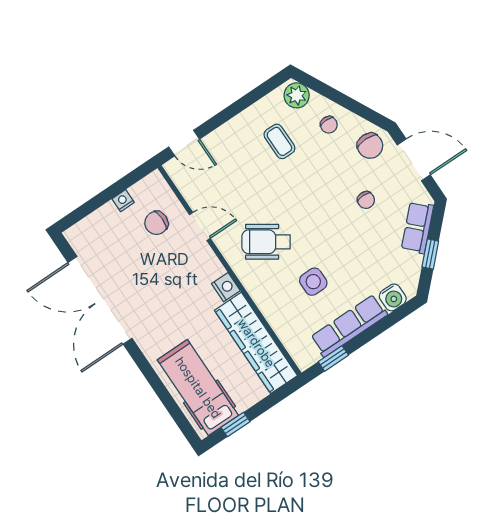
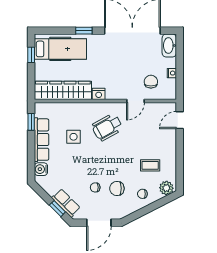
chair: (370, 146) -> (117, 188), moved
washbasin: (85, 232) -> (169, 46), added
wheelchair: (266, 242) -> (107, 127), turned -153
window: (430, 254) -> (57, 209), moved
window: (148, 371) -> (84, 31), added

